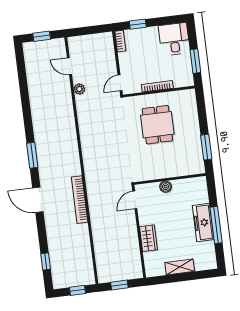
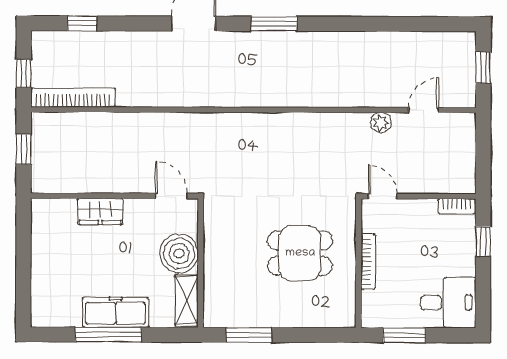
boiler: (166, 187) -> (179, 254), width x1.86, depth x1.86
bookcase: (80, 200) -> (73, 98), moved
shelving: (180, 267) -> (187, 300), moved

